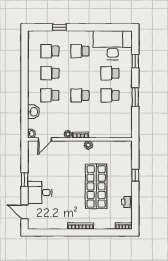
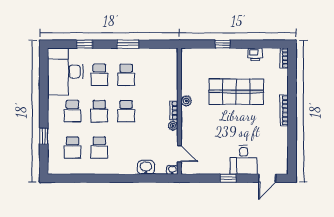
school desk: (50, 95) -> (99, 111), moved

